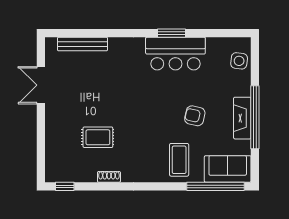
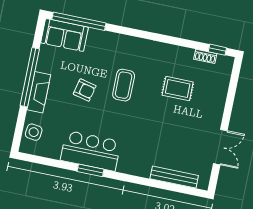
fireplace: (242, 118) -> (39, 92), moved
coffee table: (179, 160) -> (124, 85), moved
shoe rack: (109, 177) -> (205, 56), moved

